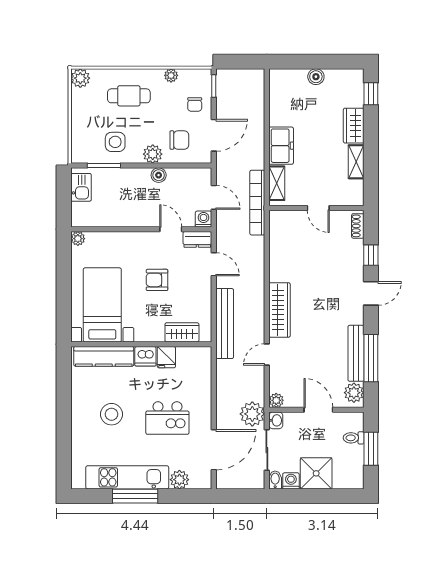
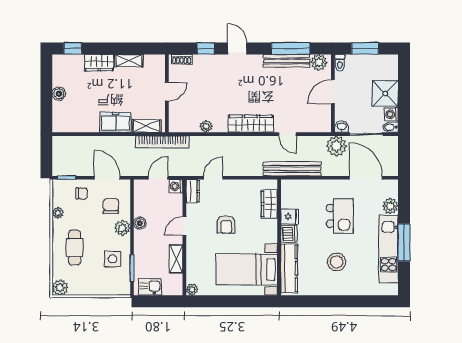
shelving: (115, 219) -> (176, 259), added
door: (171, 229) -> (184, 226), moved
bench: (225, 324) -> (292, 169), moved
plant: (276, 400) -> (206, 126), moved
toilet: (354, 438) -> (340, 63), moved

